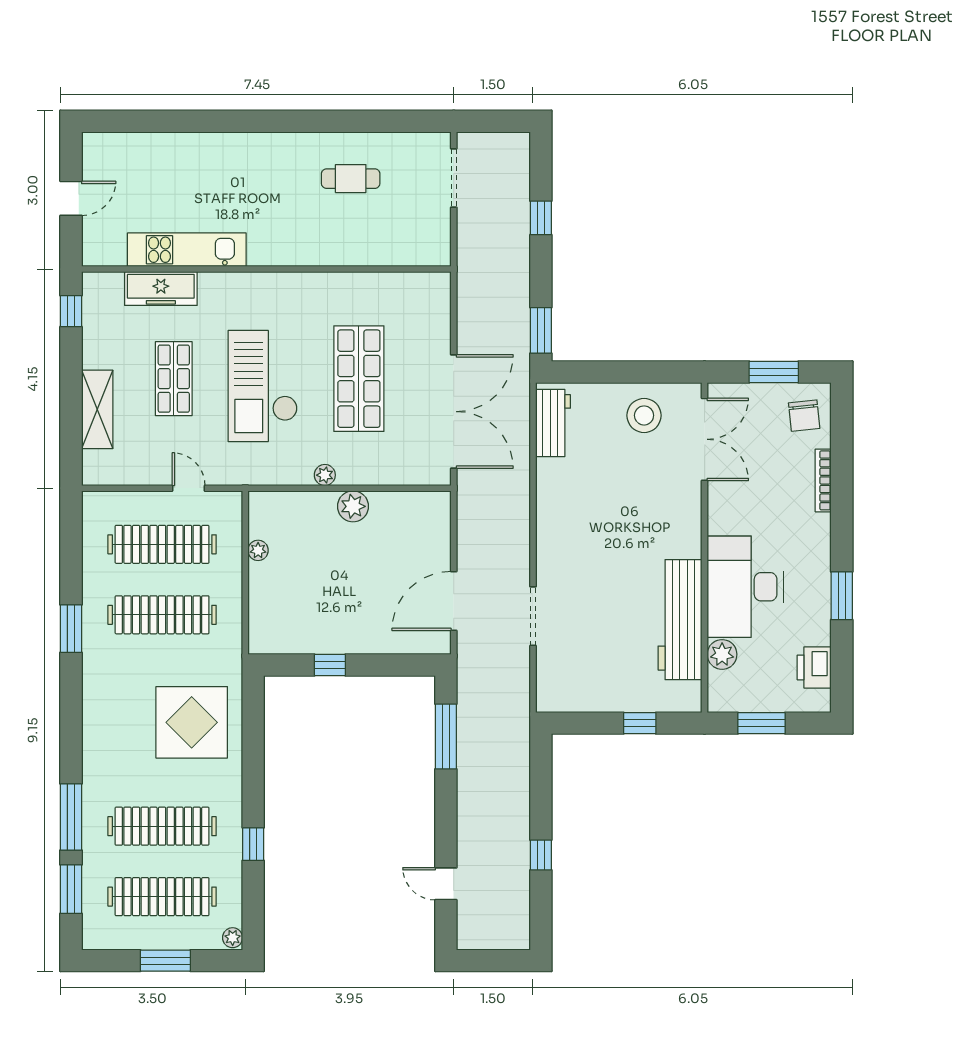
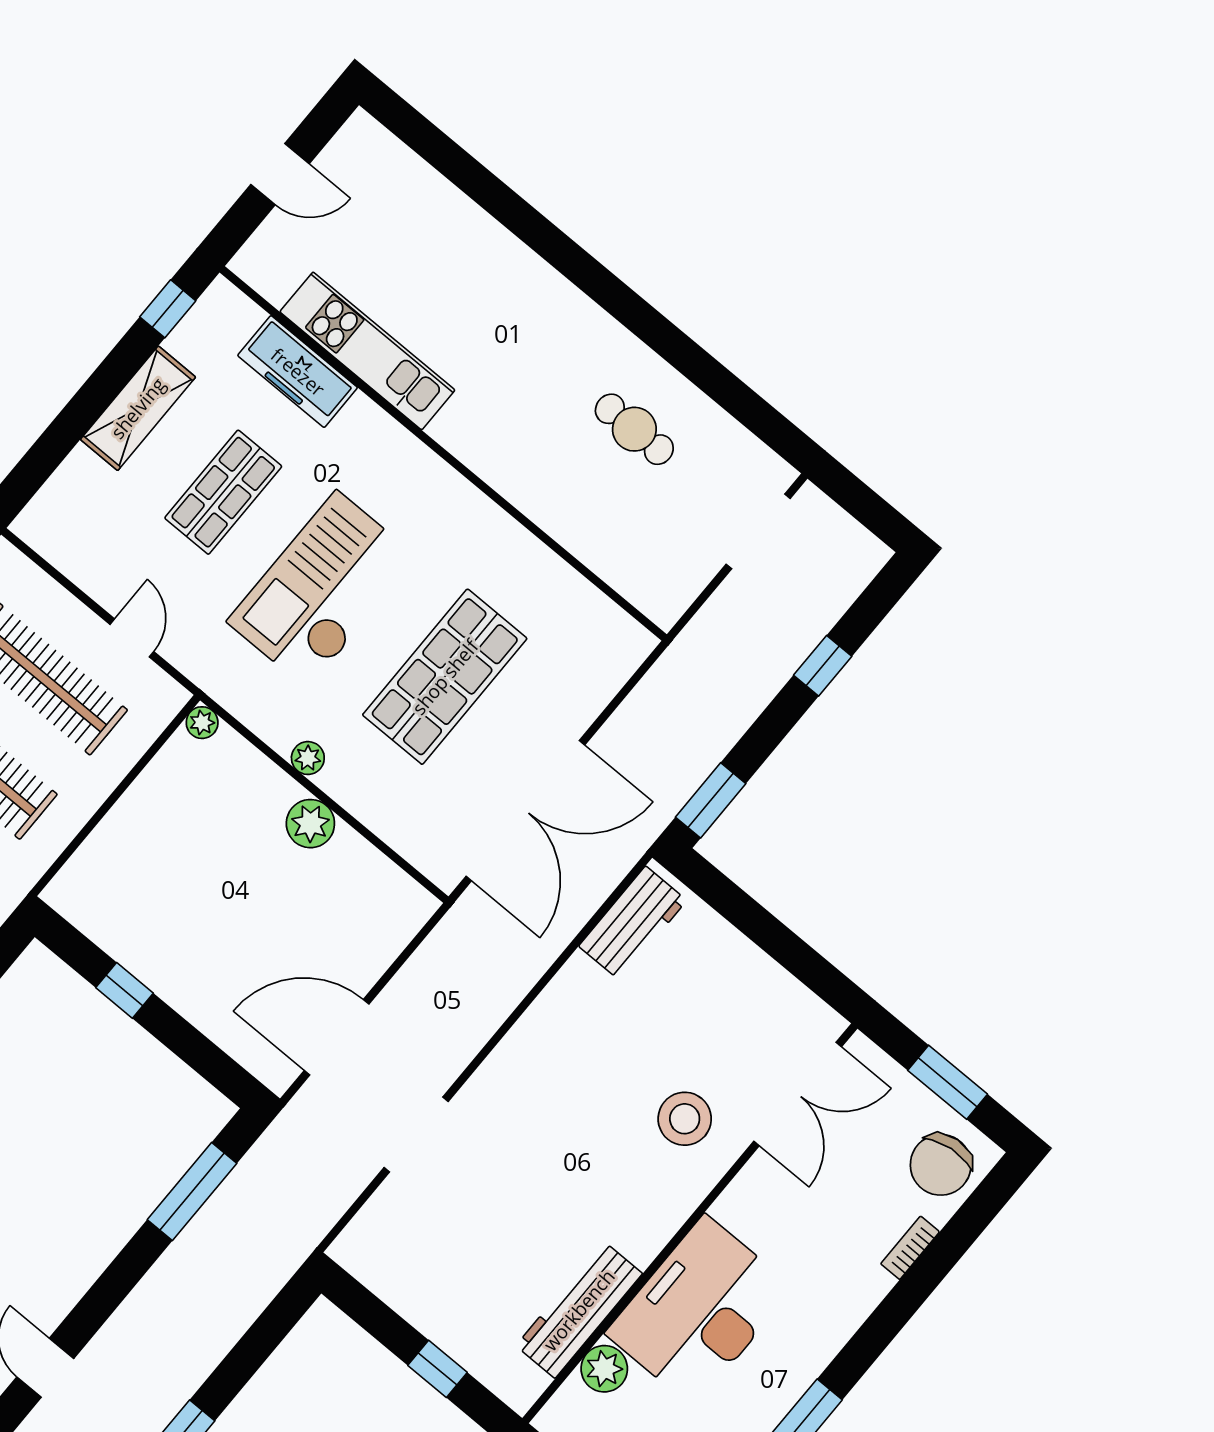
shelving: (97, 409) -> (138, 408), moved
stool: (644, 415) -> (685, 1119), moved
chair: (804, 416) -> (941, 1165), width x1.37, depth x1.37
bookcase: (823, 480) -> (910, 1248), width x0.64
plant: (258, 550) -> (202, 723), moved
workbench: (680, 620) -> (579, 1310), width x0.73, depth x0.76

